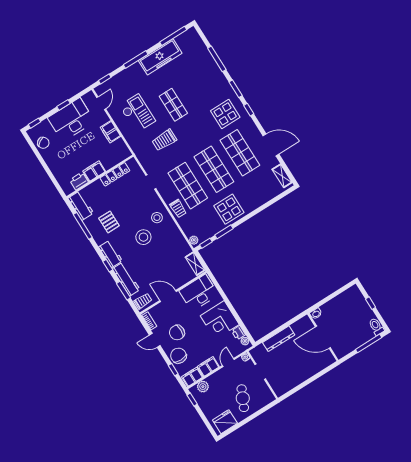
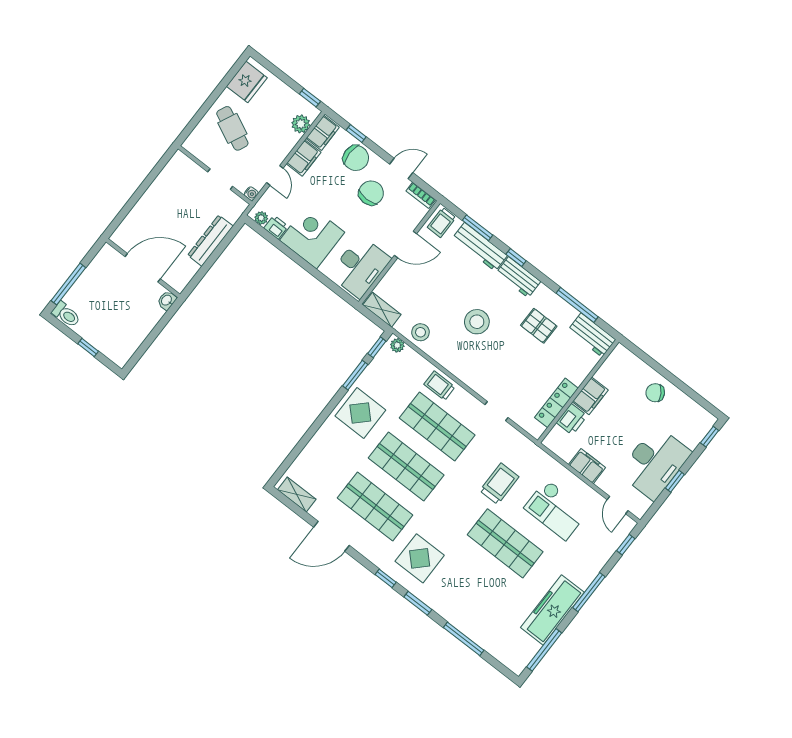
shop shelf: (173, 105) -> (505, 543), width x1.43, depth x1.36
chair: (43, 143) -> (655, 393), moved
printer: (79, 181) -> (572, 419), moved
stool: (157, 218) -> (421, 332), moved

